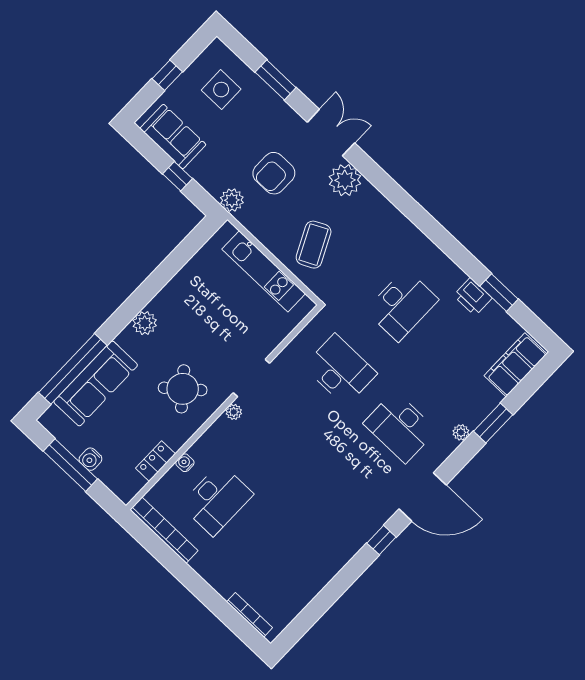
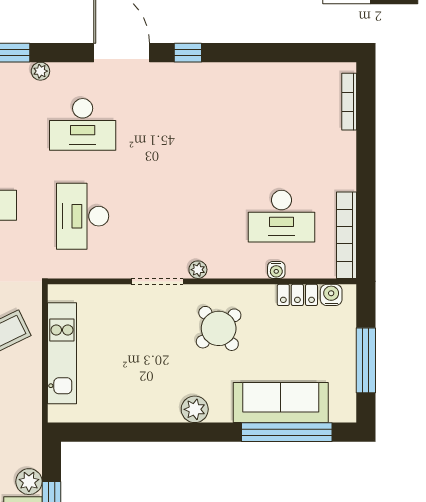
plant: (232, 200) -> (29, 482), moved
desk: (400, 427) -> (83, 124), turned 90
water cooler: (90, 459) -> (331, 295), moved, turned -90
desk: (217, 500) -> (281, 216), turned 180

